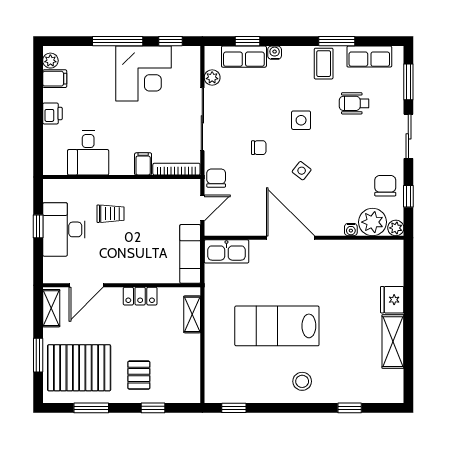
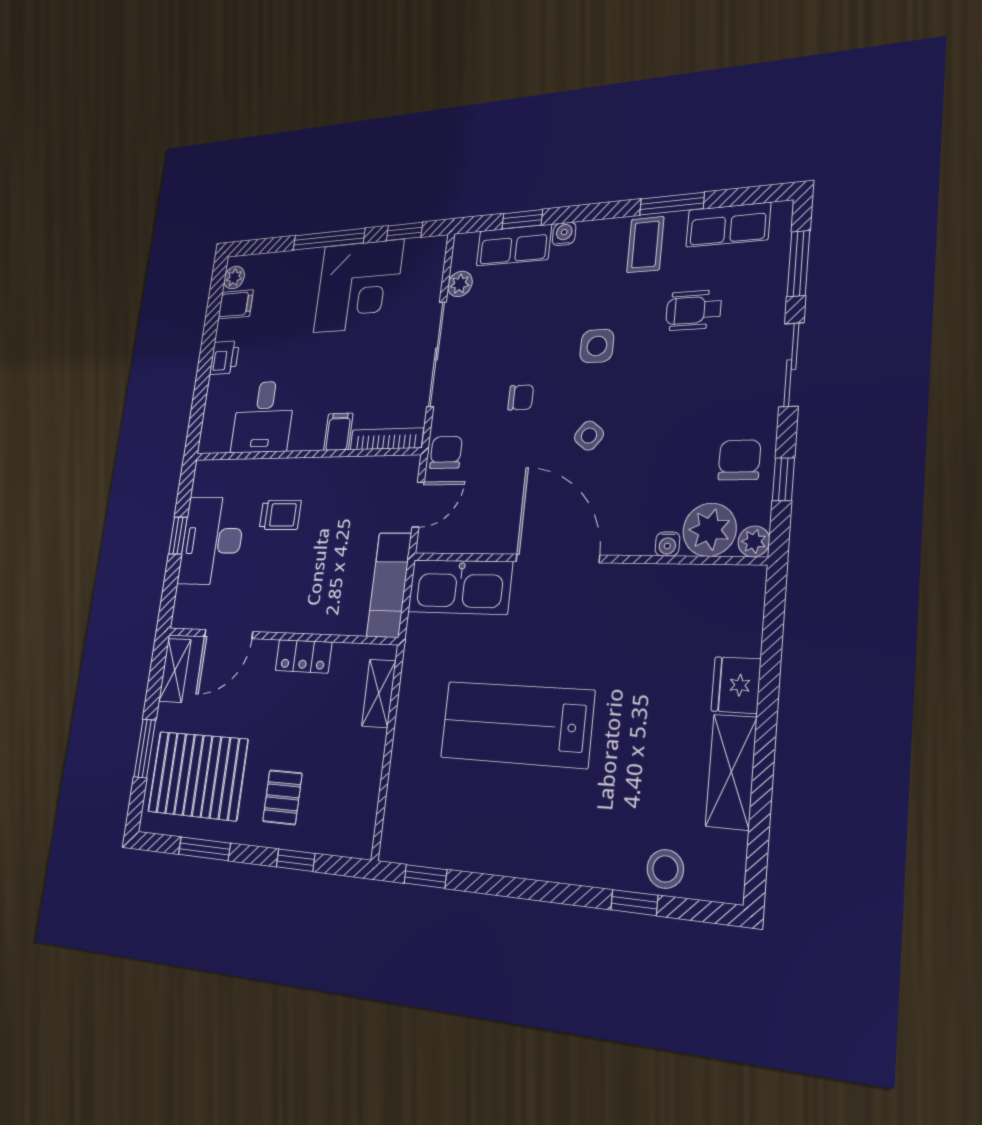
kitchen sink: (226, 251) -> (460, 587), width x1.36, depth x1.24
stool: (302, 381) -> (665, 869), moved

